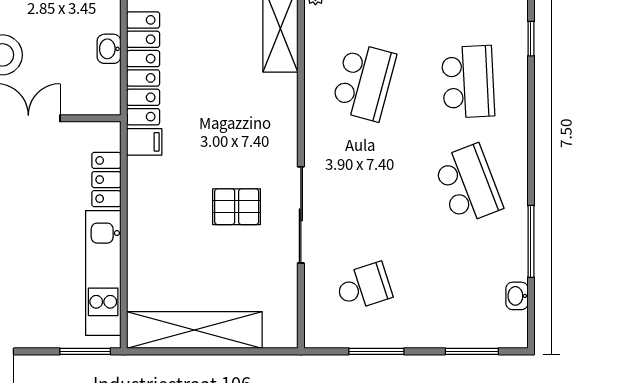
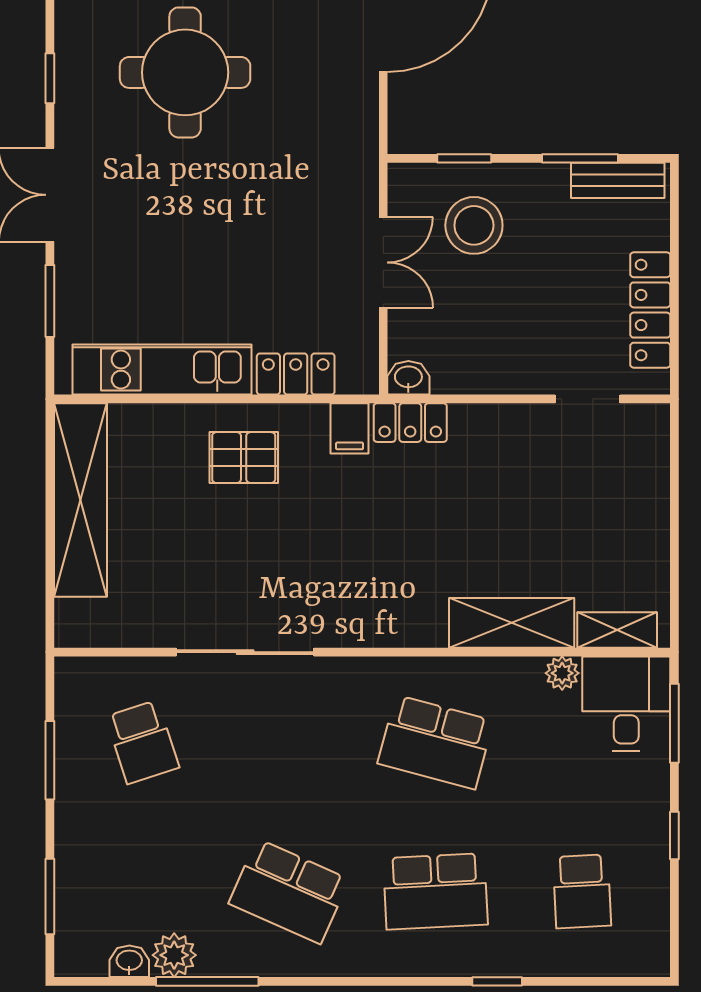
washbasin: (109, 49) -> (408, 378), moved
locker: (143, 68) -> (410, 423), width x0.46, depth x0.83
school desk: (468, 184) -> (289, 891), turned 45
pallet: (237, 207) -> (244, 458), moved, turned 90
plant: (513, 264) -> (174, 955), added
window: (85, 351) -> (50, 301), moved

